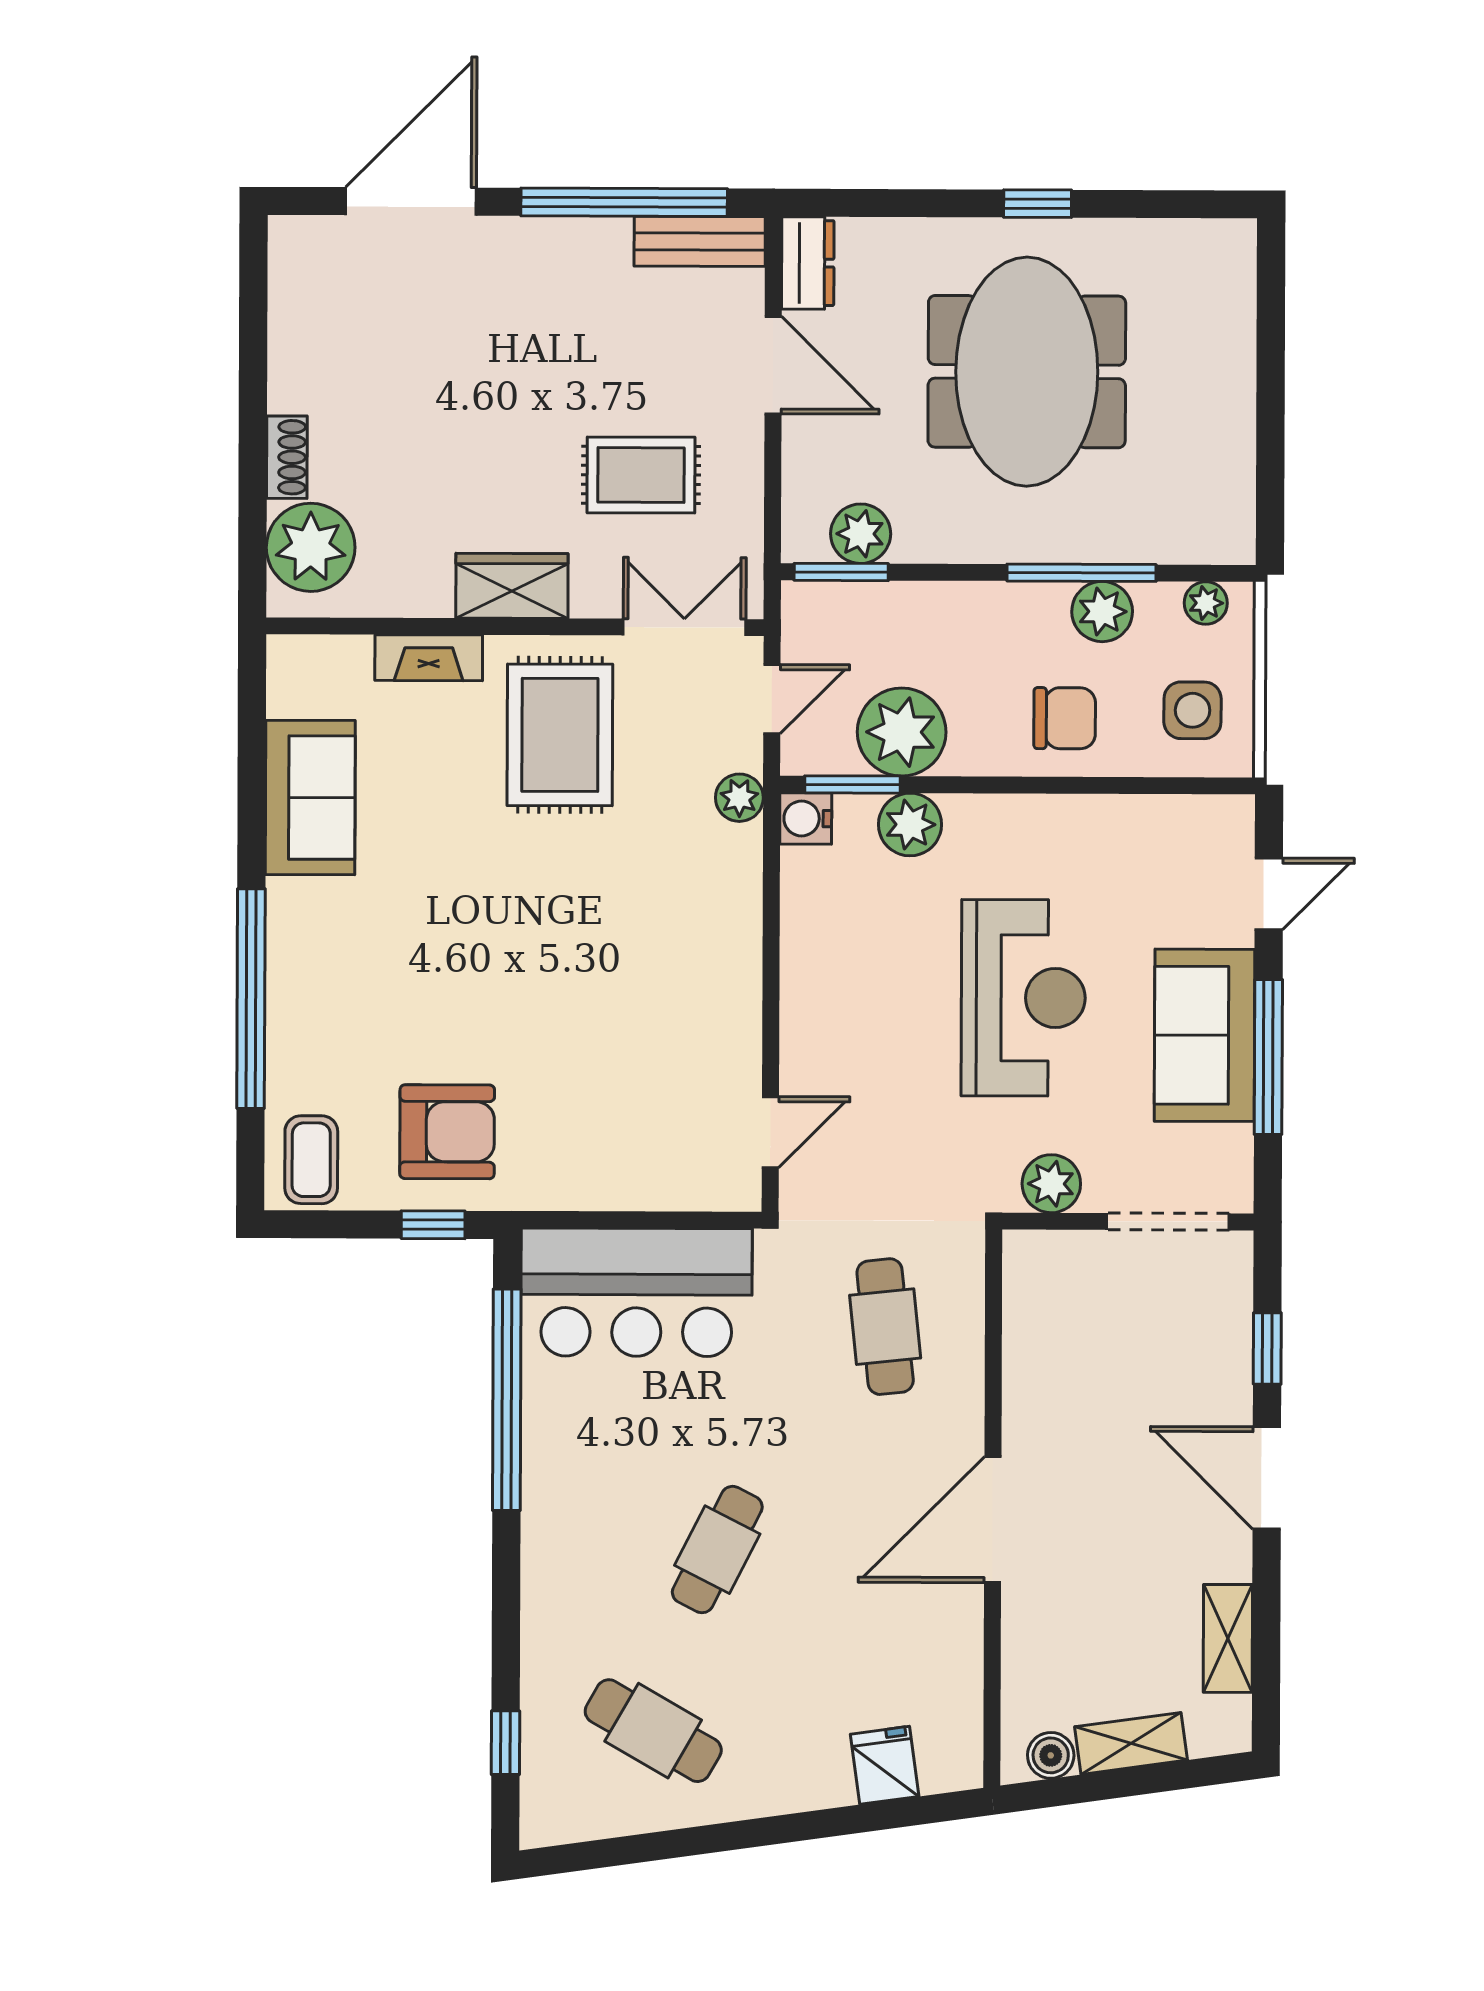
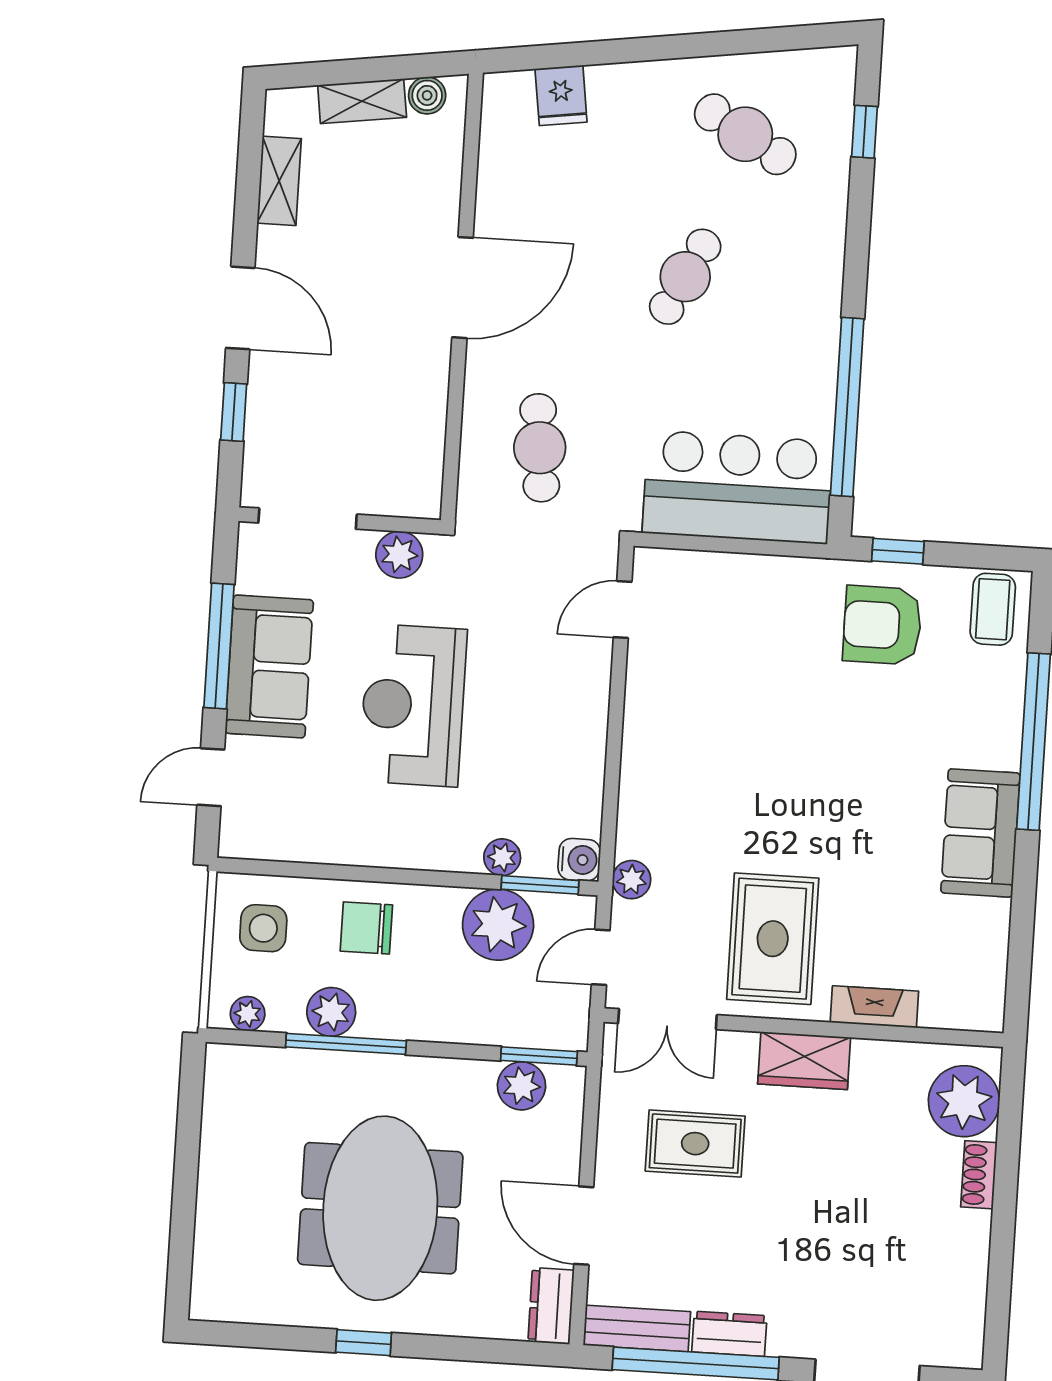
dresser: (585, 241) -> (729, 1334), added
sofa: (310, 797) -> (980, 833), moved
plant: (910, 824) -> (502, 857), width x0.73, depth x0.73

